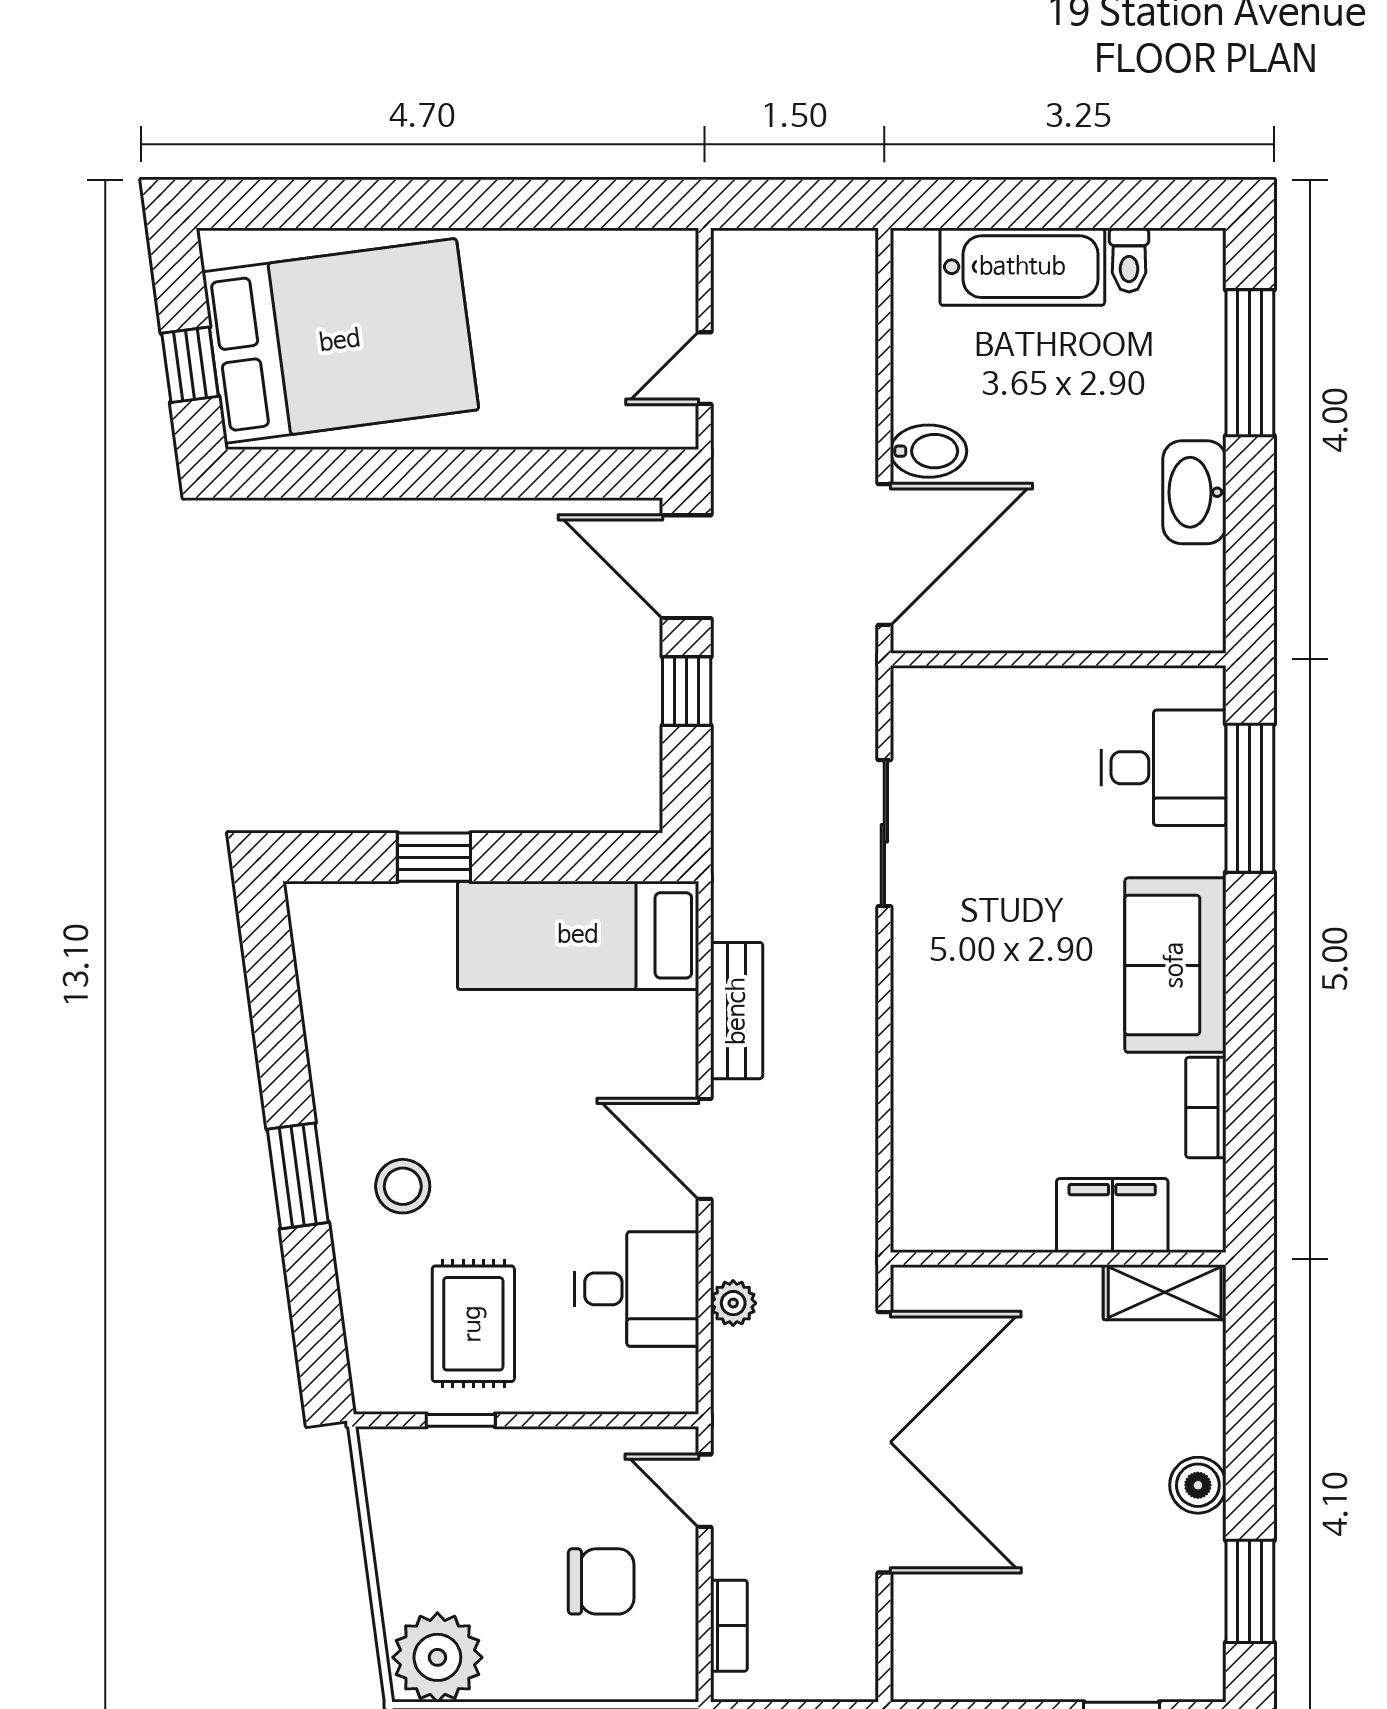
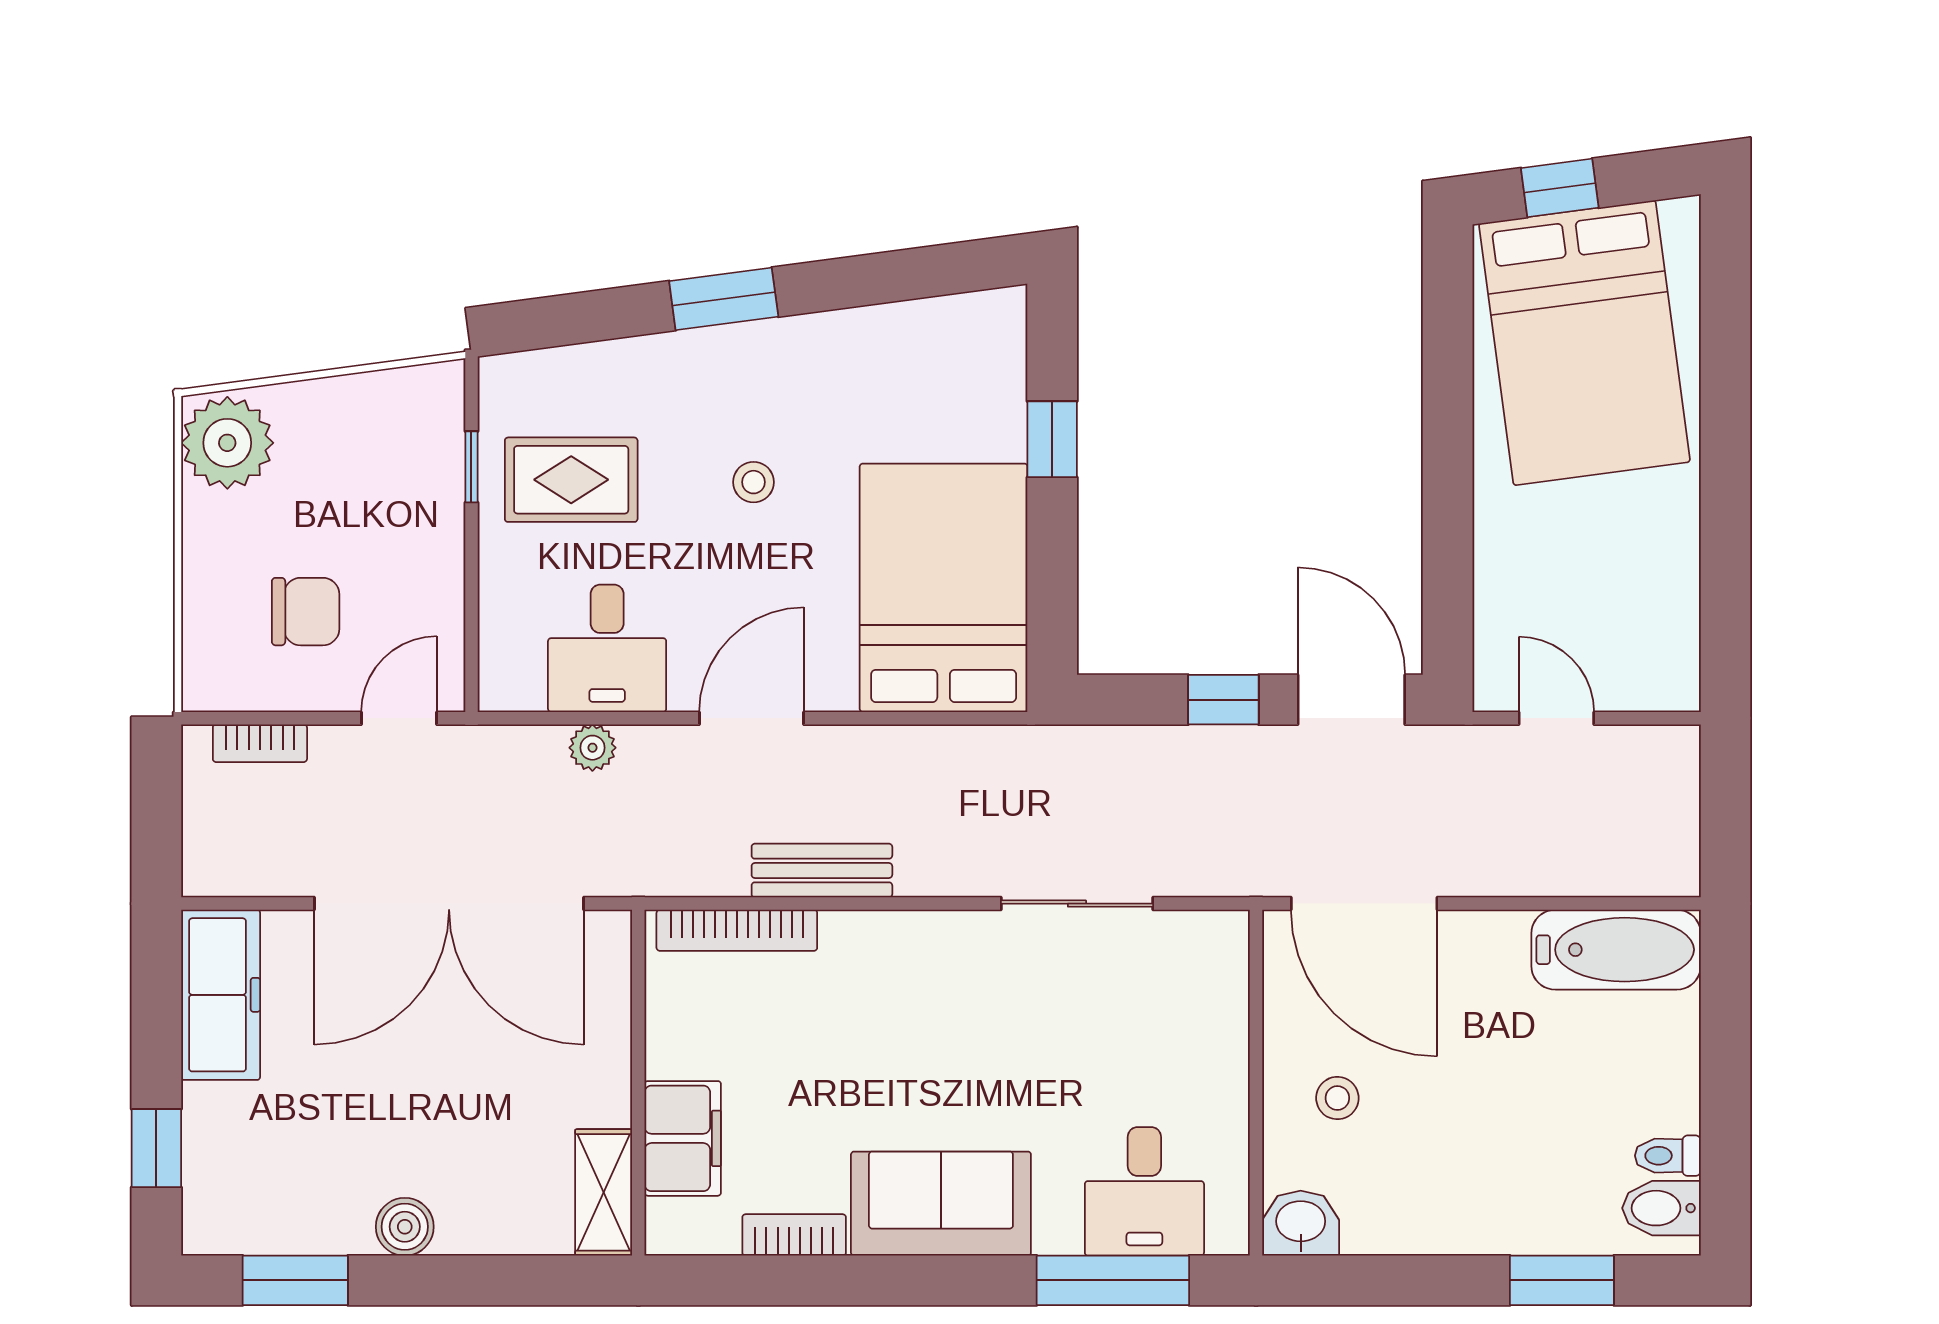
bathtub: (1022, 267) -> (1616, 950), moved, turned -90
window: (1250, 363) -> (1562, 1280), width x0.69
bidet: (929, 451) -> (1662, 1208), moved, turned 90
washbasin: (1194, 492) -> (1301, 1223), moved, width x0.72
door: (687, 567) -> (1351, 700), hinge flipped
stool: (1073, 581) -> (1337, 1098), added
bed: (578, 935) -> (944, 588), width x1.50
bench: (737, 1011) -> (822, 871), moved
bookcase: (910, 1163) -> (737, 930), added
stool: (403, 1186) -> (754, 482), moved, width x0.73, depth x0.73
chair: (601, 1581) -> (306, 612), turned -90
freezer: (973, 1664) -> (221, 995), added

